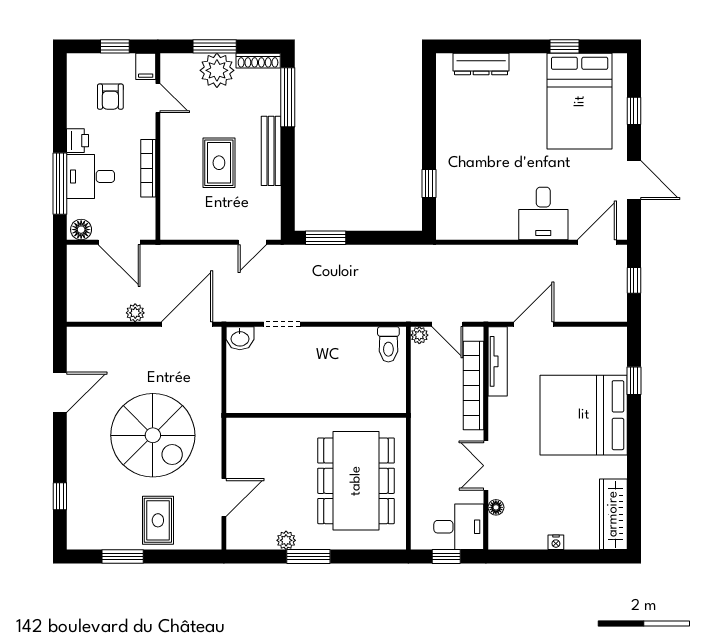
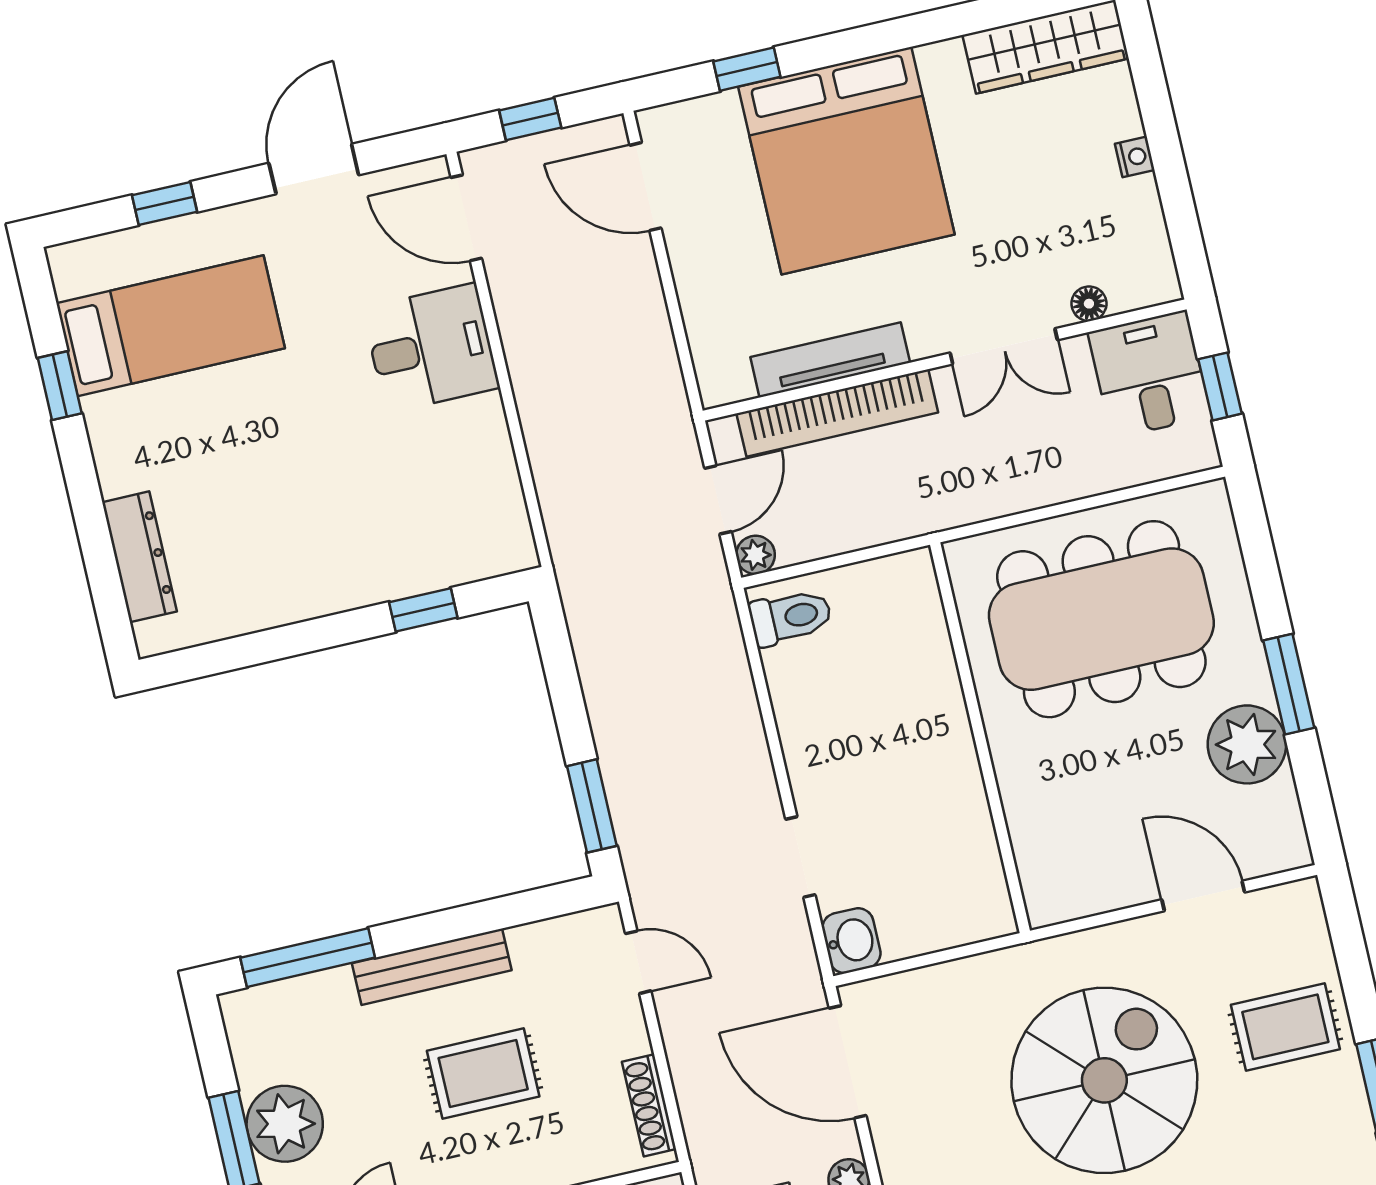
shoe rack: (258, 61) -> (649, 1105), moved, turned 180
bed: (580, 101) -> (171, 326), width x0.67
door: (534, 324) -> (646, 187), moved
tv unit: (498, 361) -> (830, 360), moved
plant: (286, 540) -> (1247, 744), width x1.87, depth x1.87

